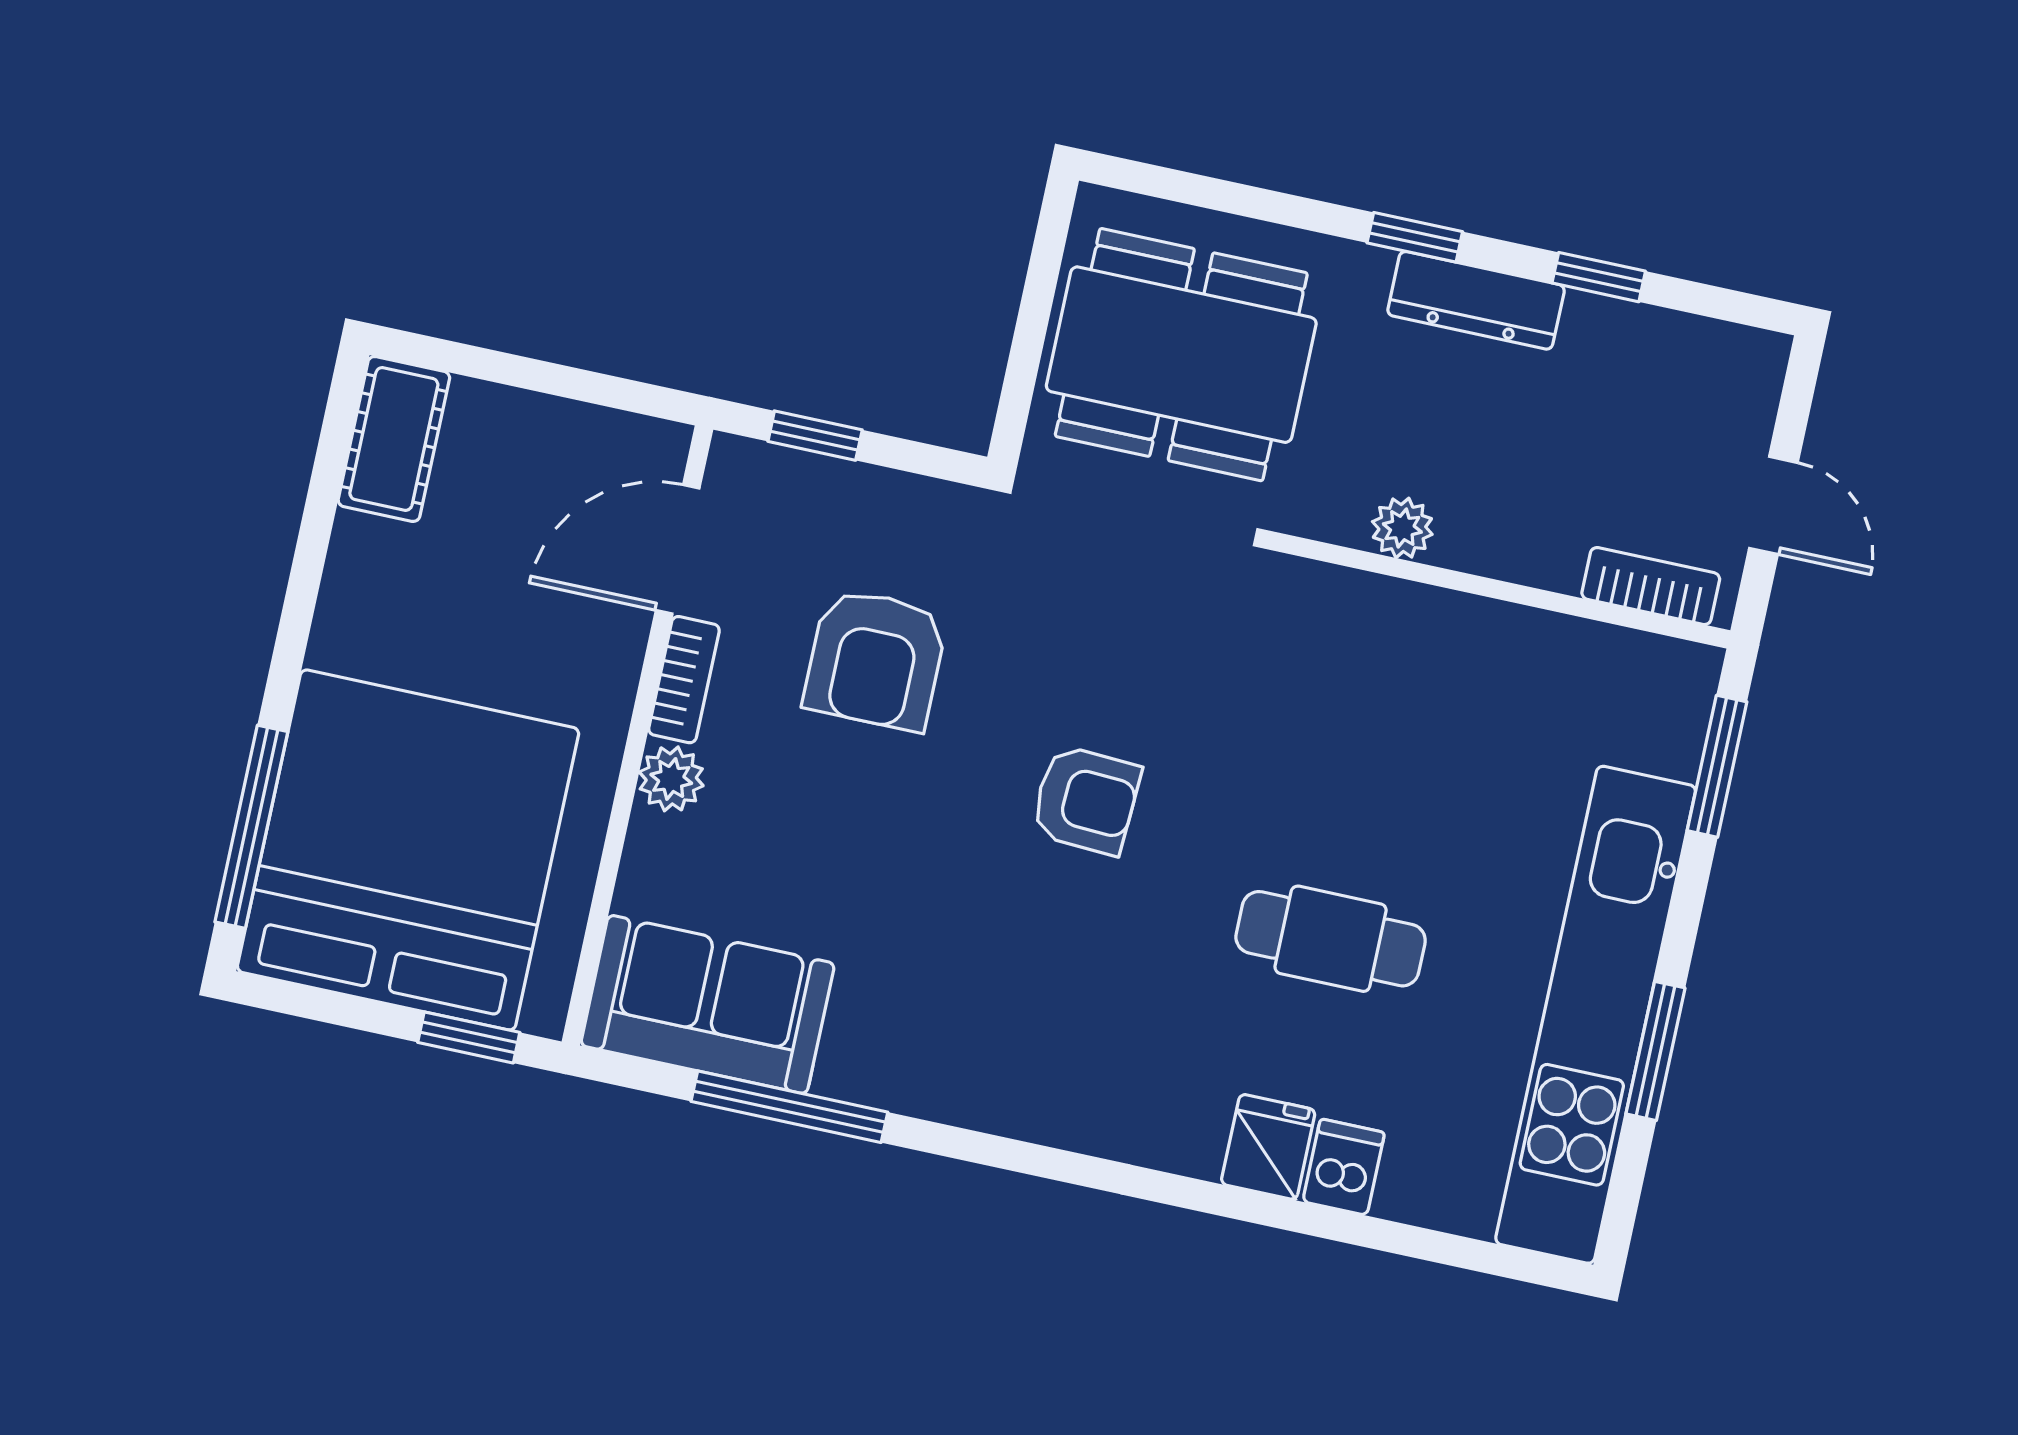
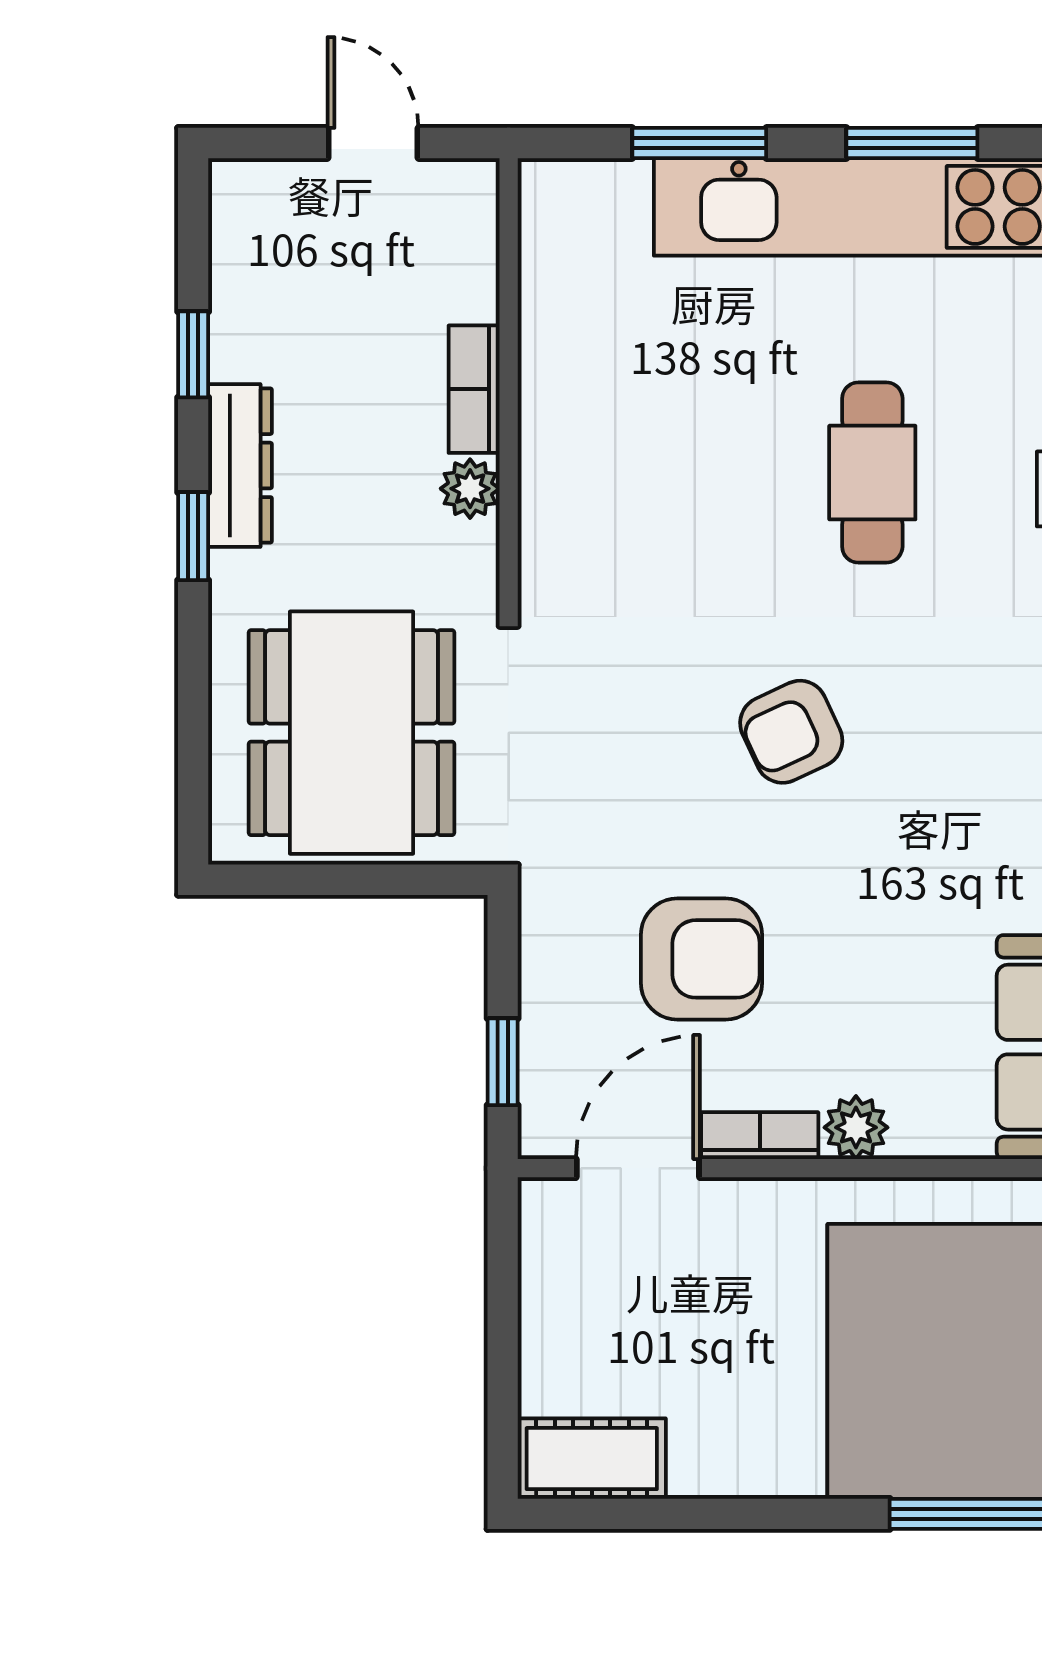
door: (1773, 505) -> (373, 143), hinge flipped
door: (678, 549) -> (638, 1168), swing flipped
bookcase: (1651, 586) -> (474, 389), moved
window: (1717, 766) -> (699, 143), moved
armchair: (1086, 800) -> (791, 732), turned -118

